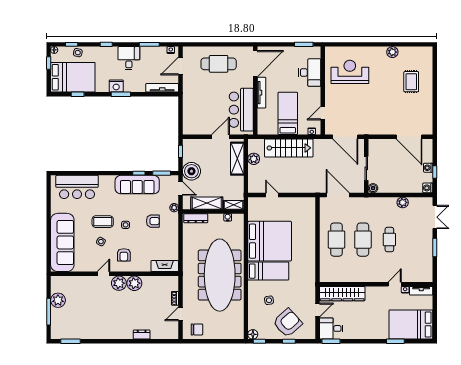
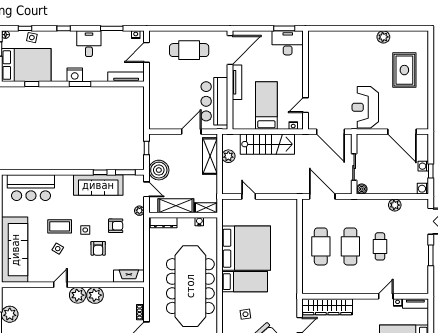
reception desk: (350, 72) -> (365, 107), moved, turned -90
desk: (310, 73) -> (288, 43), moved, turned -90
rug: (411, 82) -> (404, 70), width x1.36, depth x1.43
armchair: (124, 255) -> (98, 248), moved

